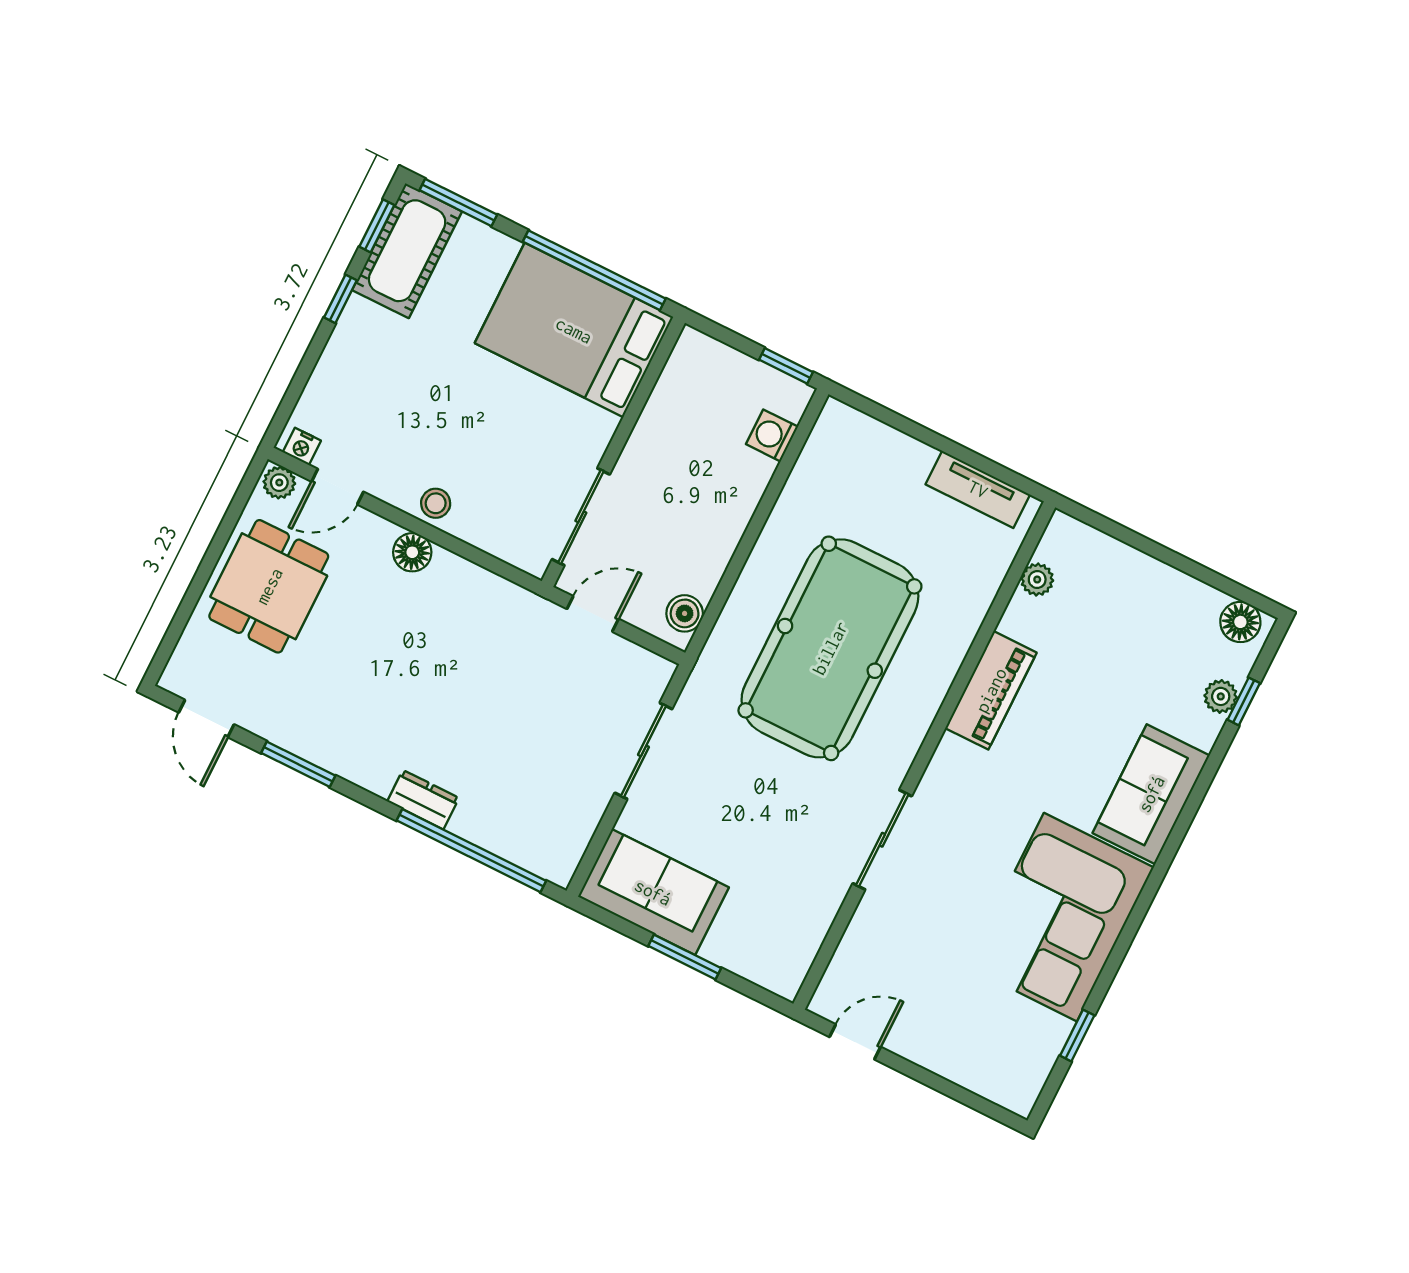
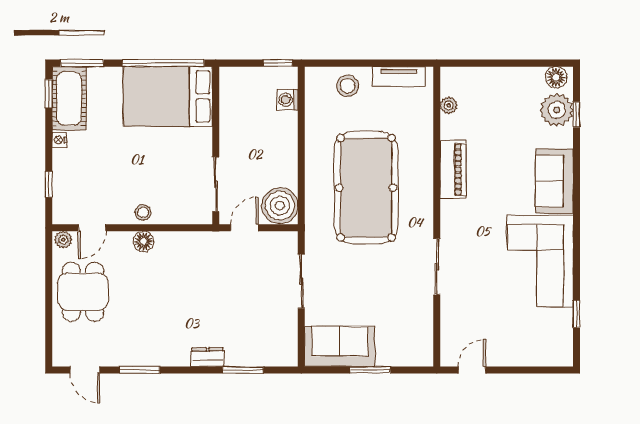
window: (340, 299) -> (49, 184), moved
nightstand: (302, 446) -> (59, 140), moved, turned 90
stool: (884, 462) -> (348, 86), added
boiler: (685, 613) -> (280, 206), width x1.86, depth x1.86
plant: (1221, 696) -> (557, 110), width x1.88, depth x1.88
window: (471, 851) -> (243, 370), width x0.47

